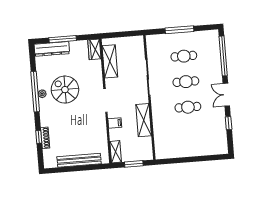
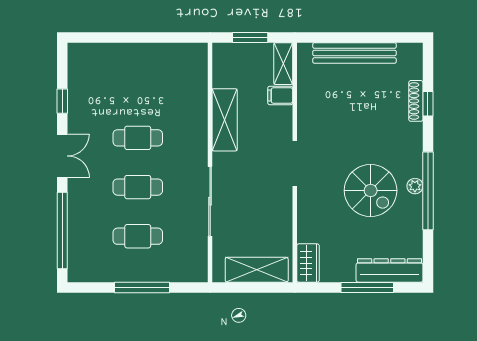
shelving: (110, 61) -> (257, 270), moved, turned 90
filing cabinet: (115, 123) -> (280, 96), moved

